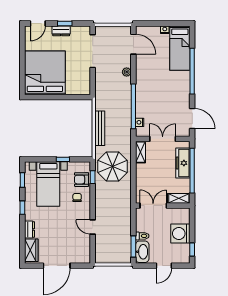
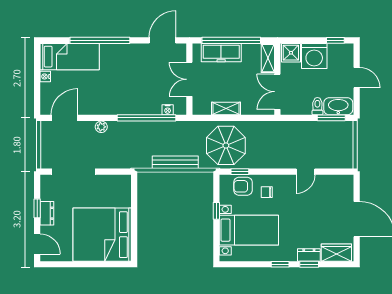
shelving: (140, 152) -> (226, 109), moved
window: (22, 180) -> (309, 264), moved
armchair: (82, 180) -> (243, 186), turned 90
shower: (183, 216) -> (291, 53), added

